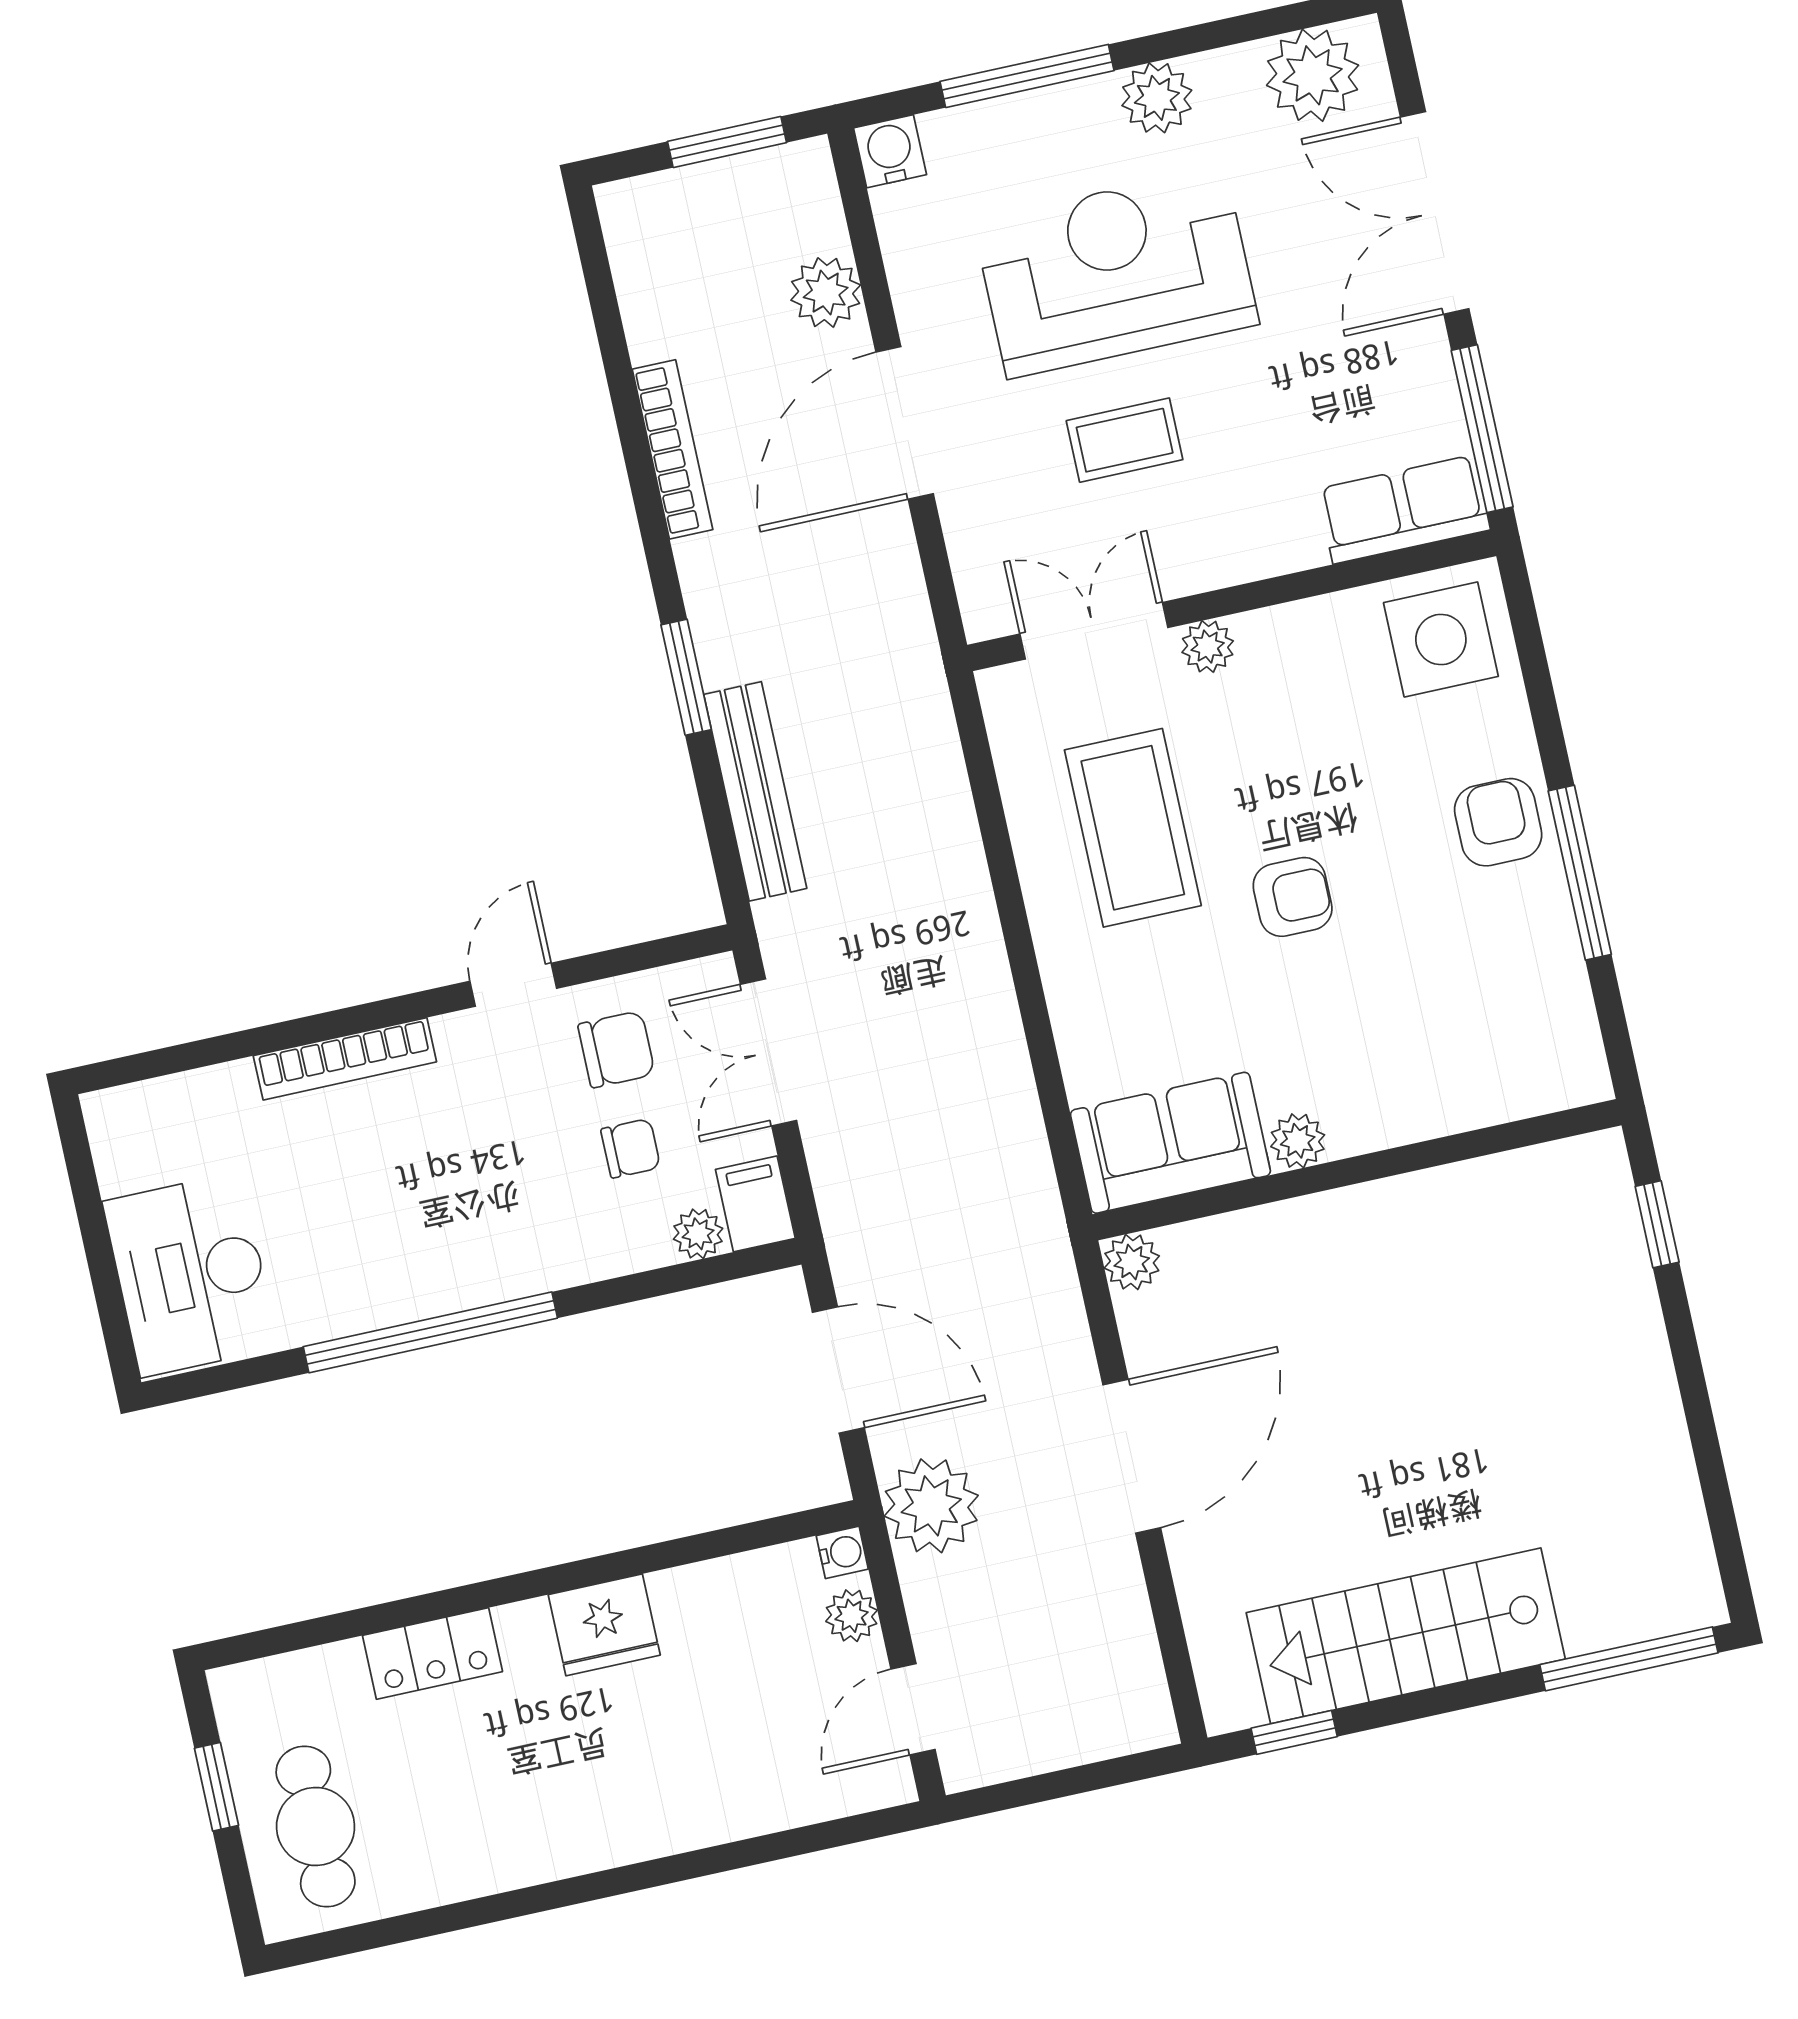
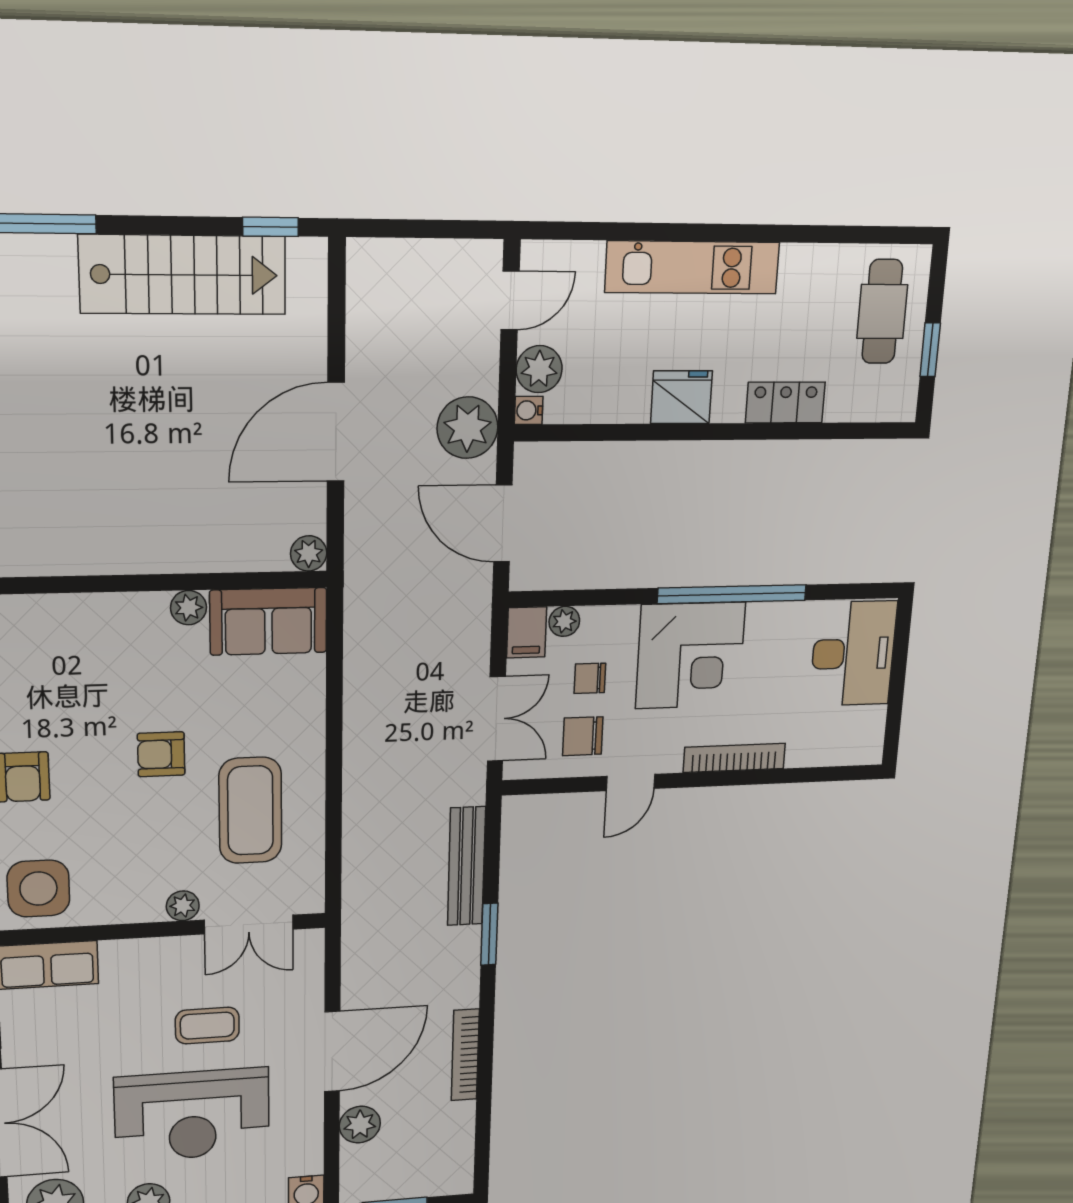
corner desk: (472, 1218) -> (690, 656), added
plant: (852, 1616) -> (539, 369), width x1.38, depth x1.38
kitchen unit: (643, 1822) -> (692, 267), added

